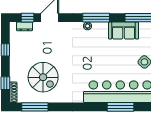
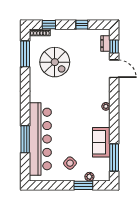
window: (96, 18) -> (114, 115), removed
spiral stairs: (43, 77) -> (55, 62), turned -90

